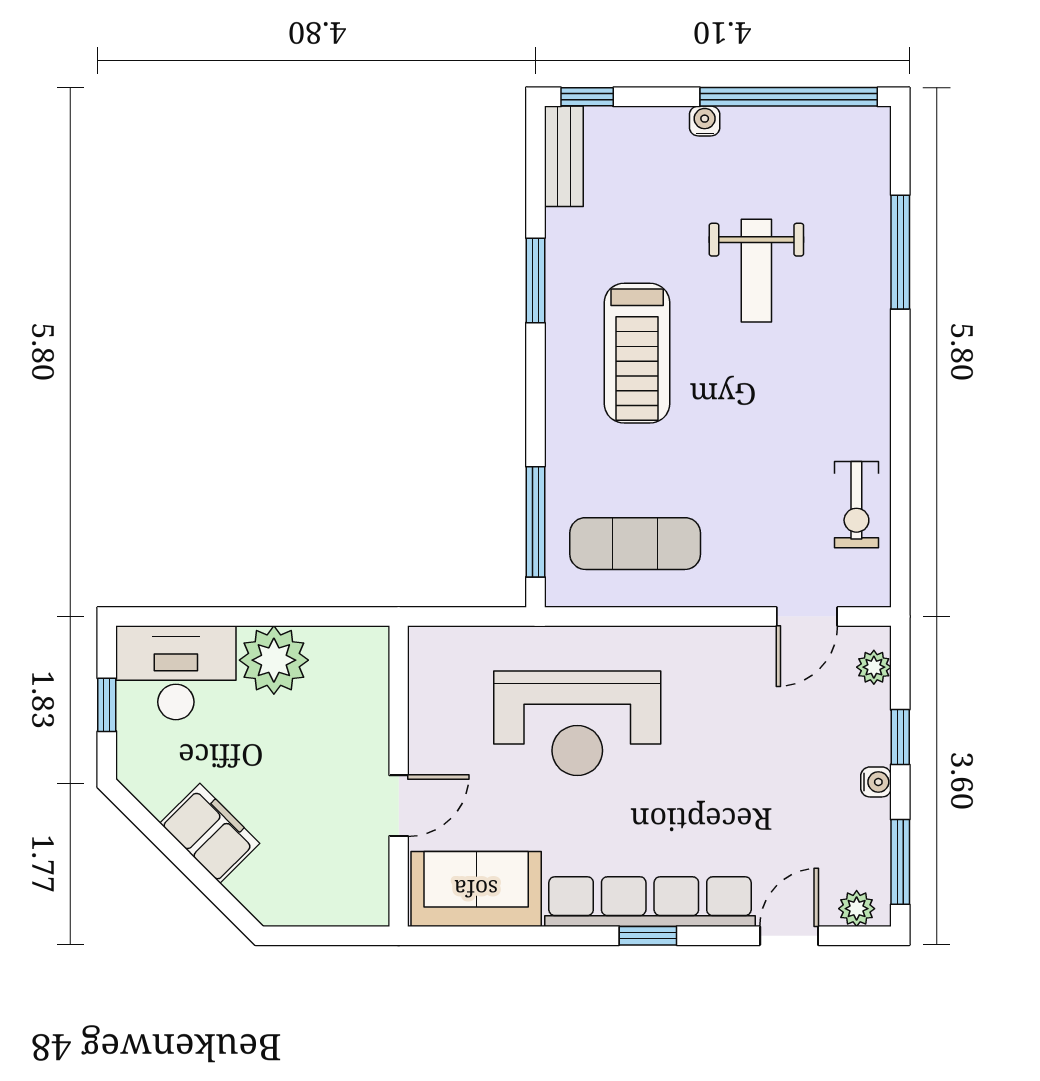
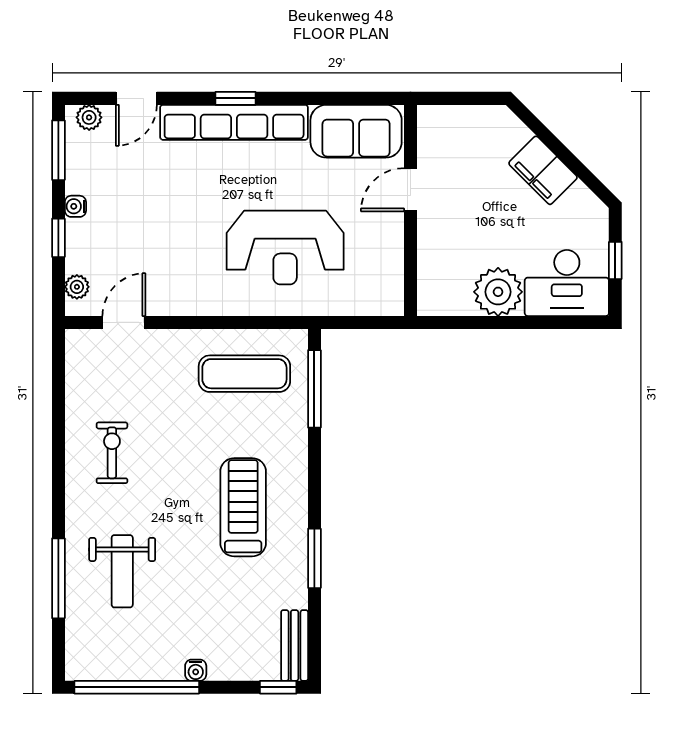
weight bench: (756, 271) -> (122, 571), moved, turned 180
exercise bike: (856, 505) -> (112, 453), moved
reception desk: (577, 723) -> (285, 248), turned 180

